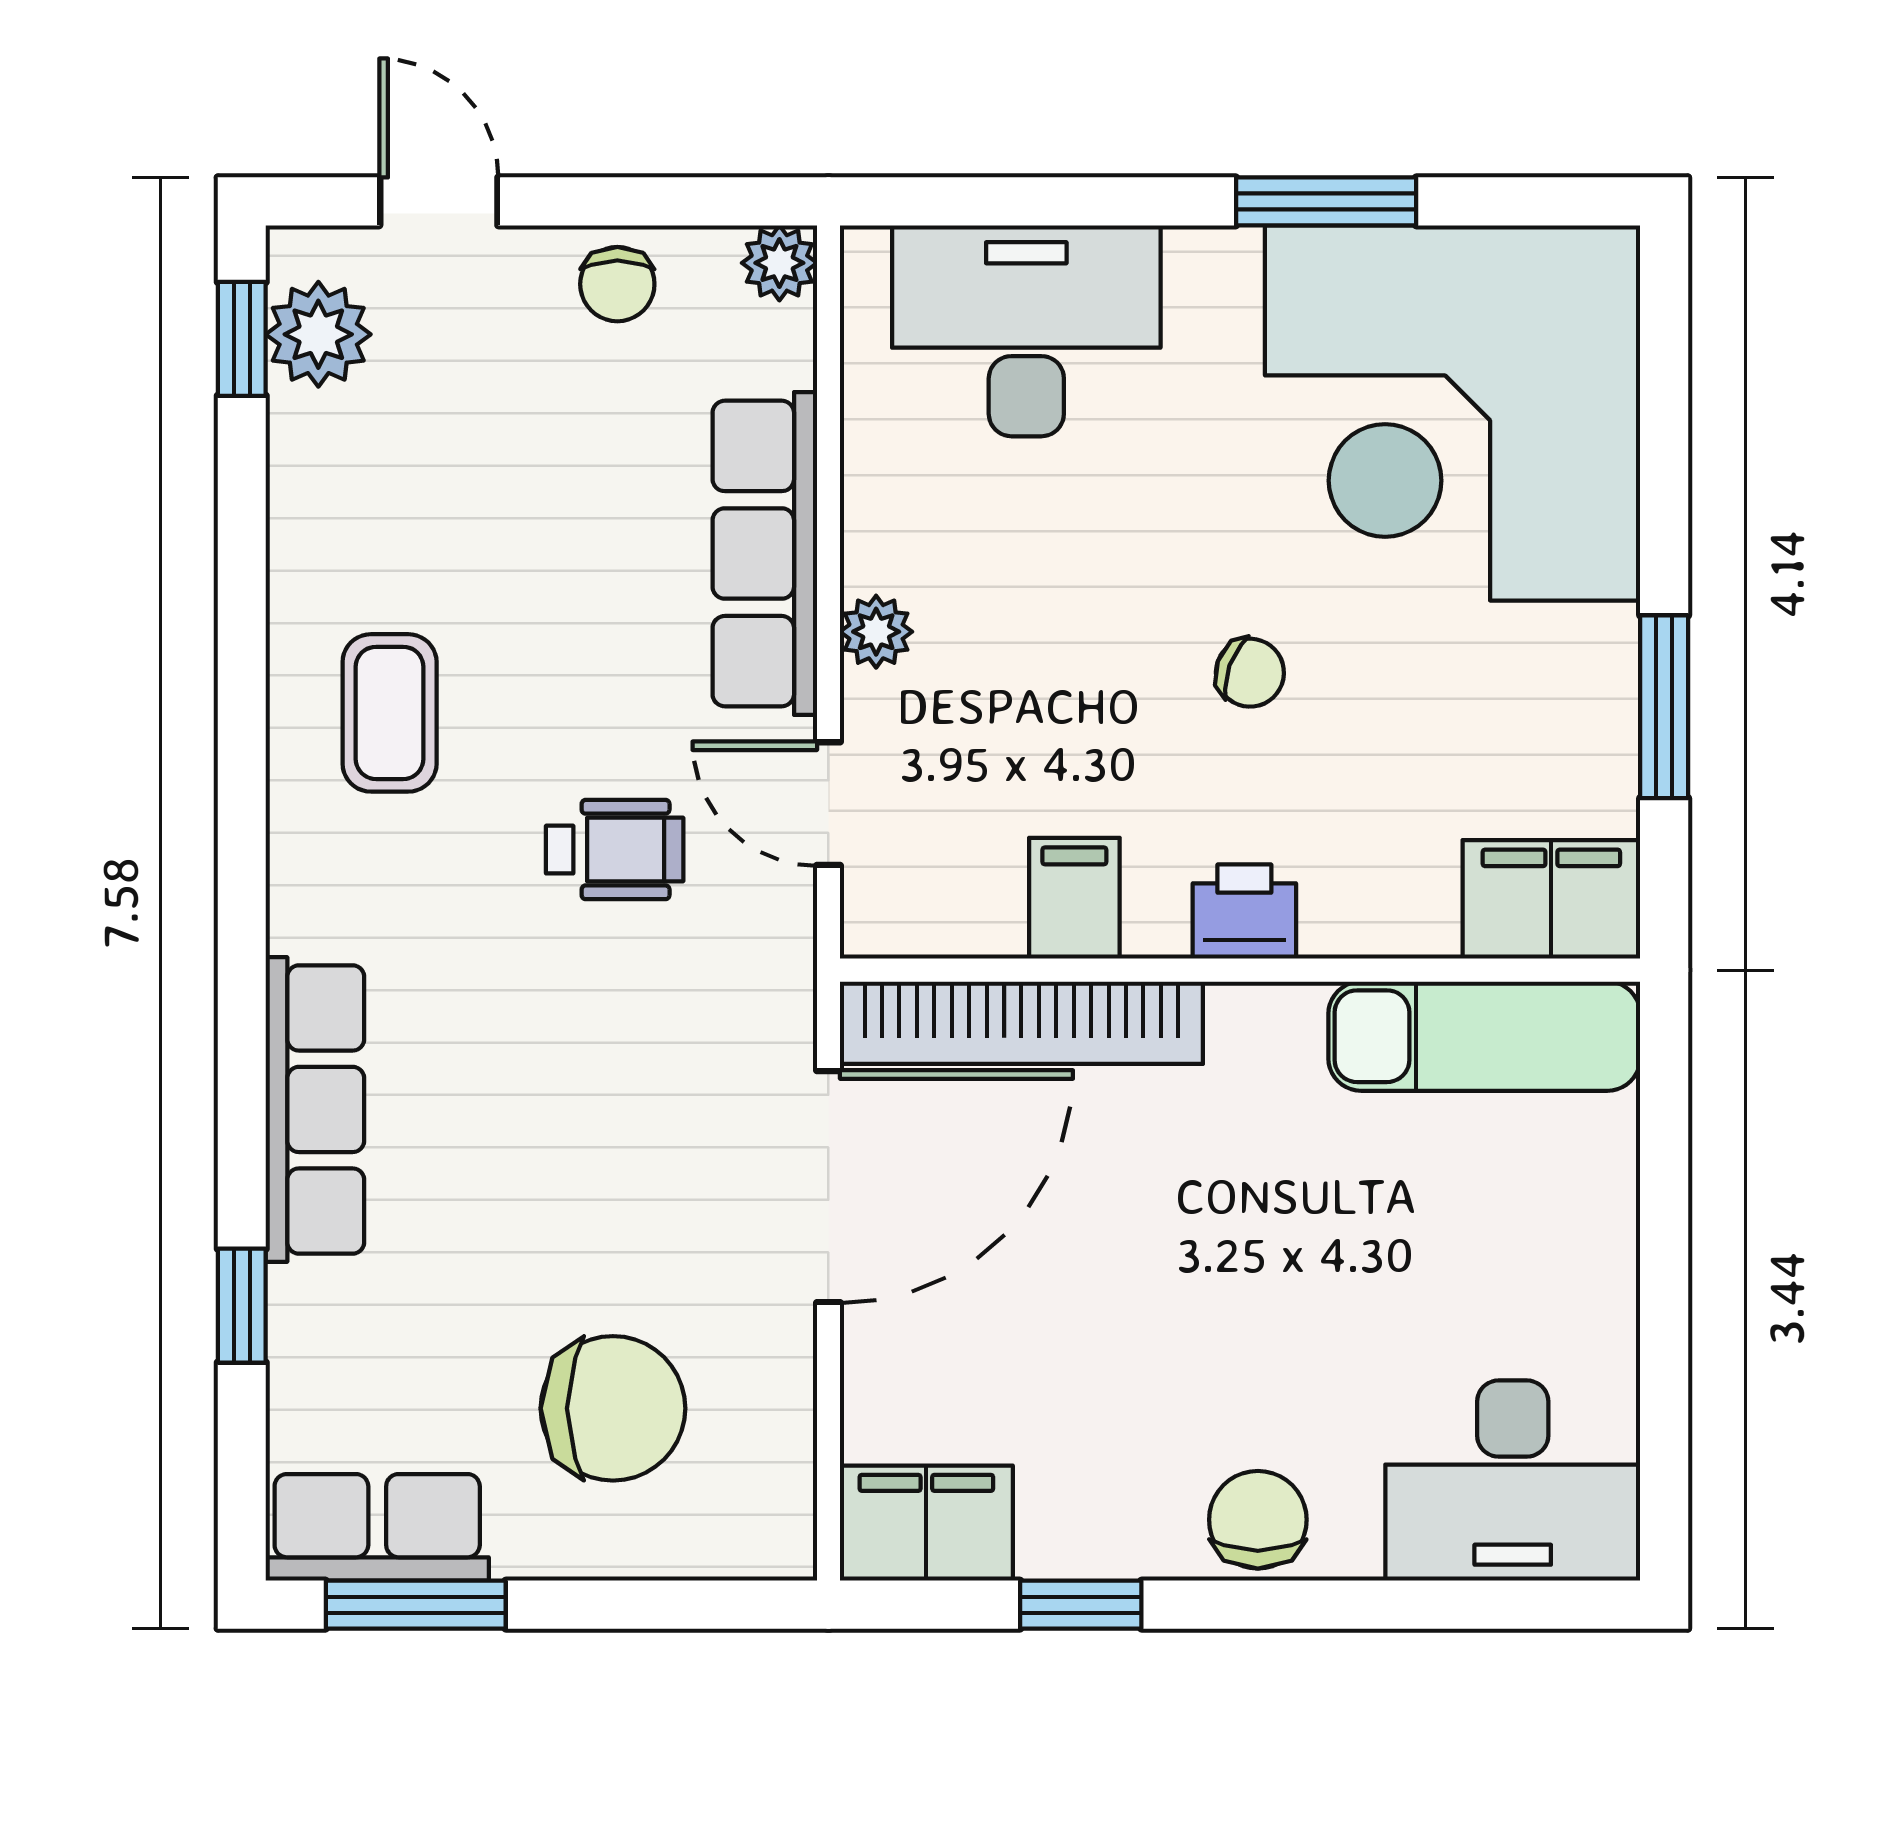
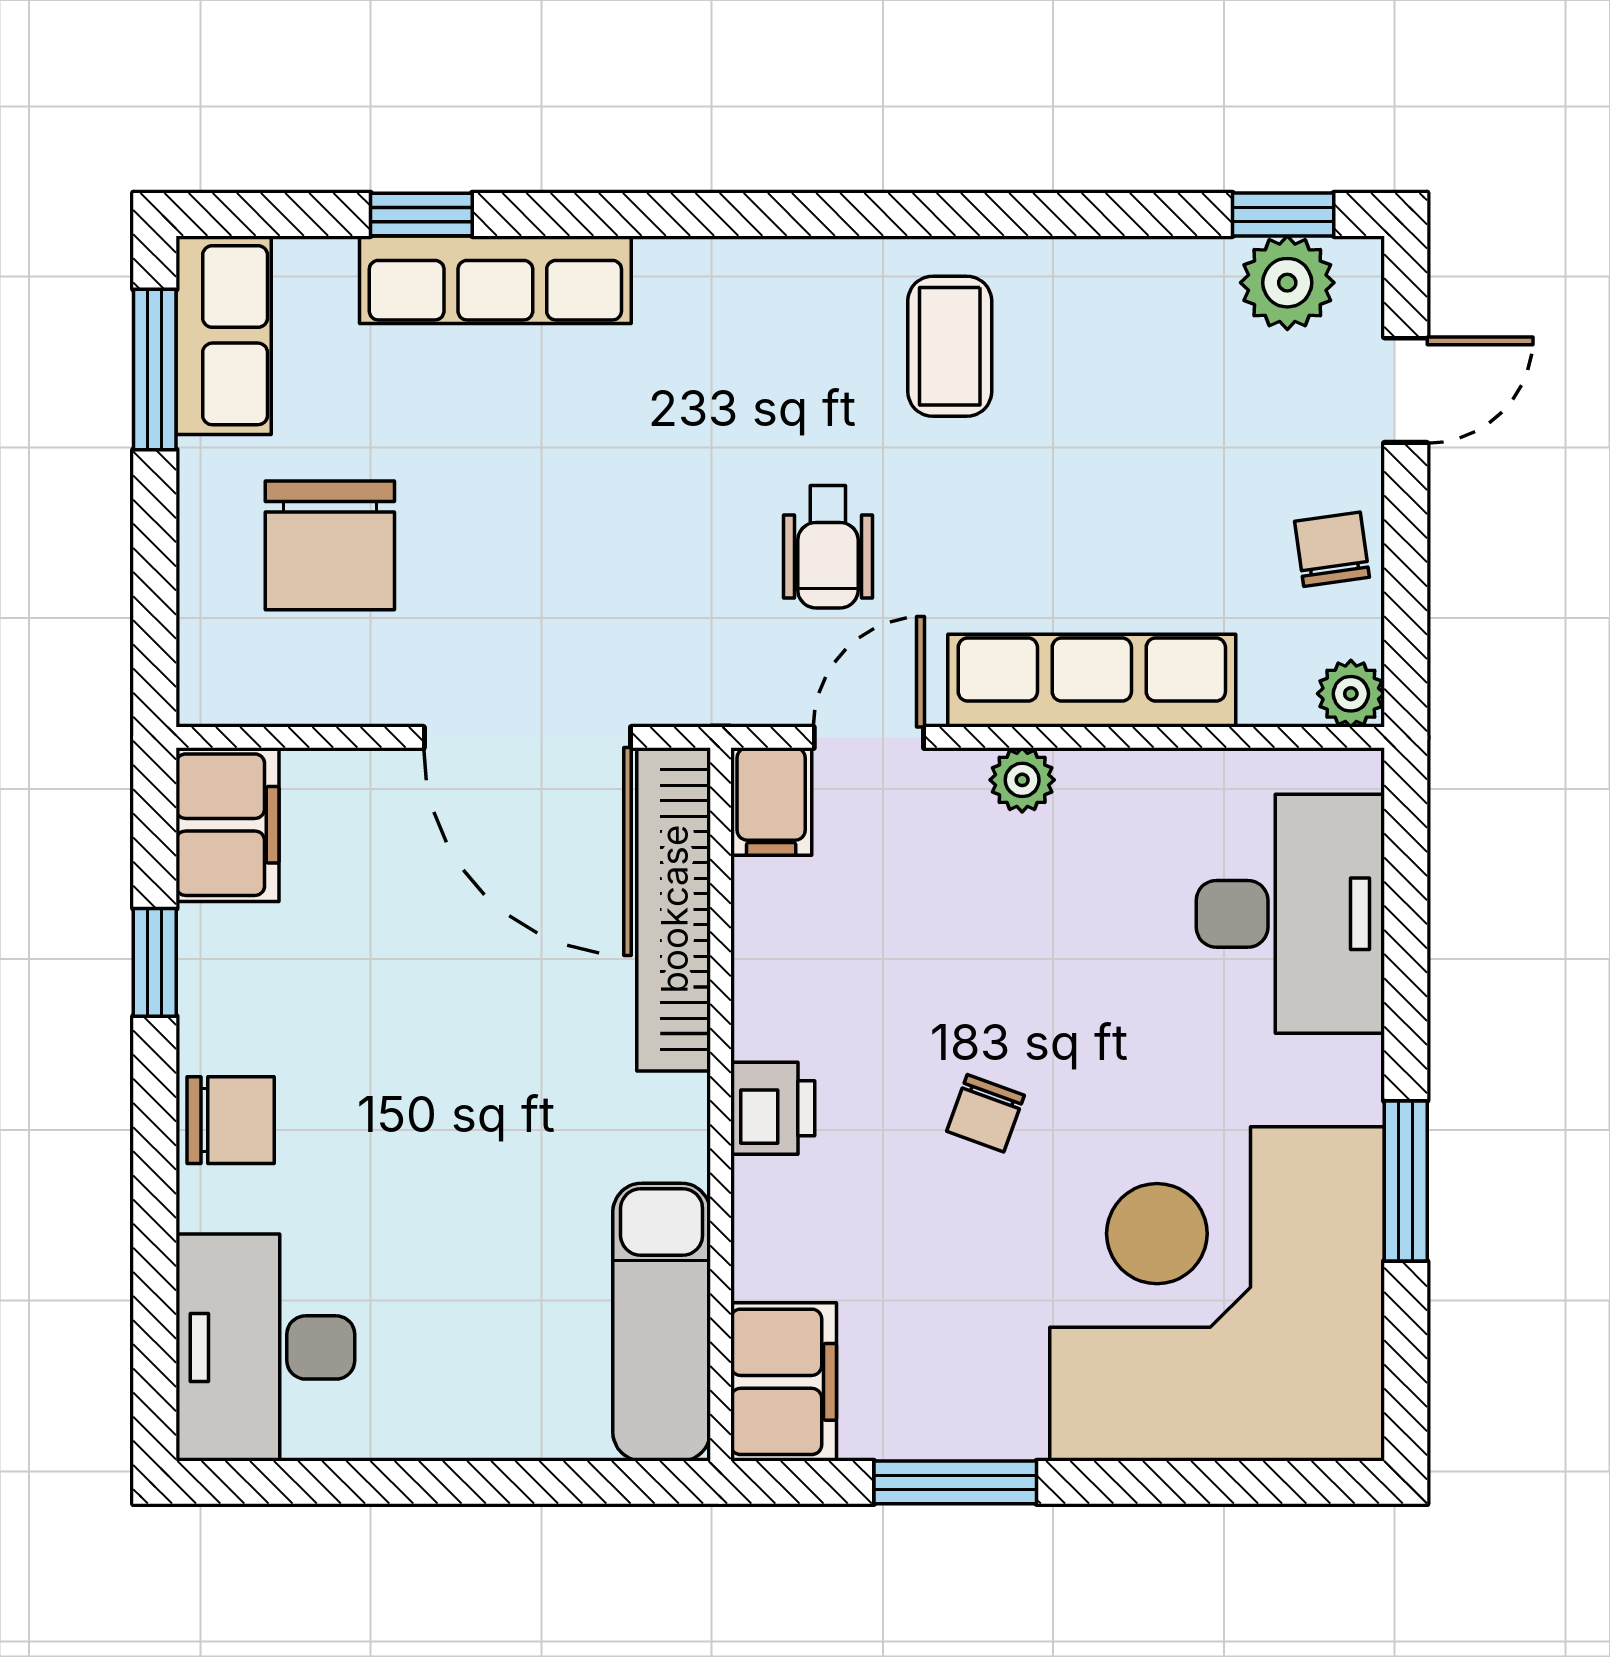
chair: (617, 284) -> (1332, 549), turned 82
coffee table: (390, 713) -> (950, 346), turned 90
filing cabinet: (1074, 898) -> (771, 802), moved, turned 90
row of seats: (315, 1109) -> (495, 280), moved

